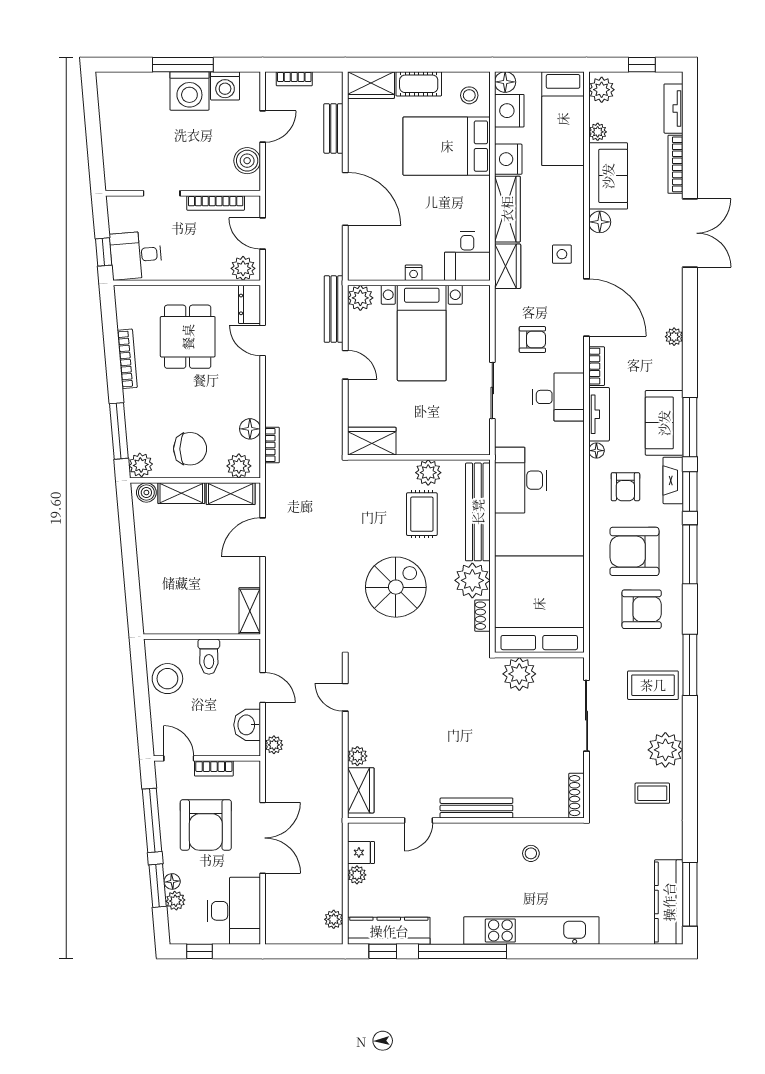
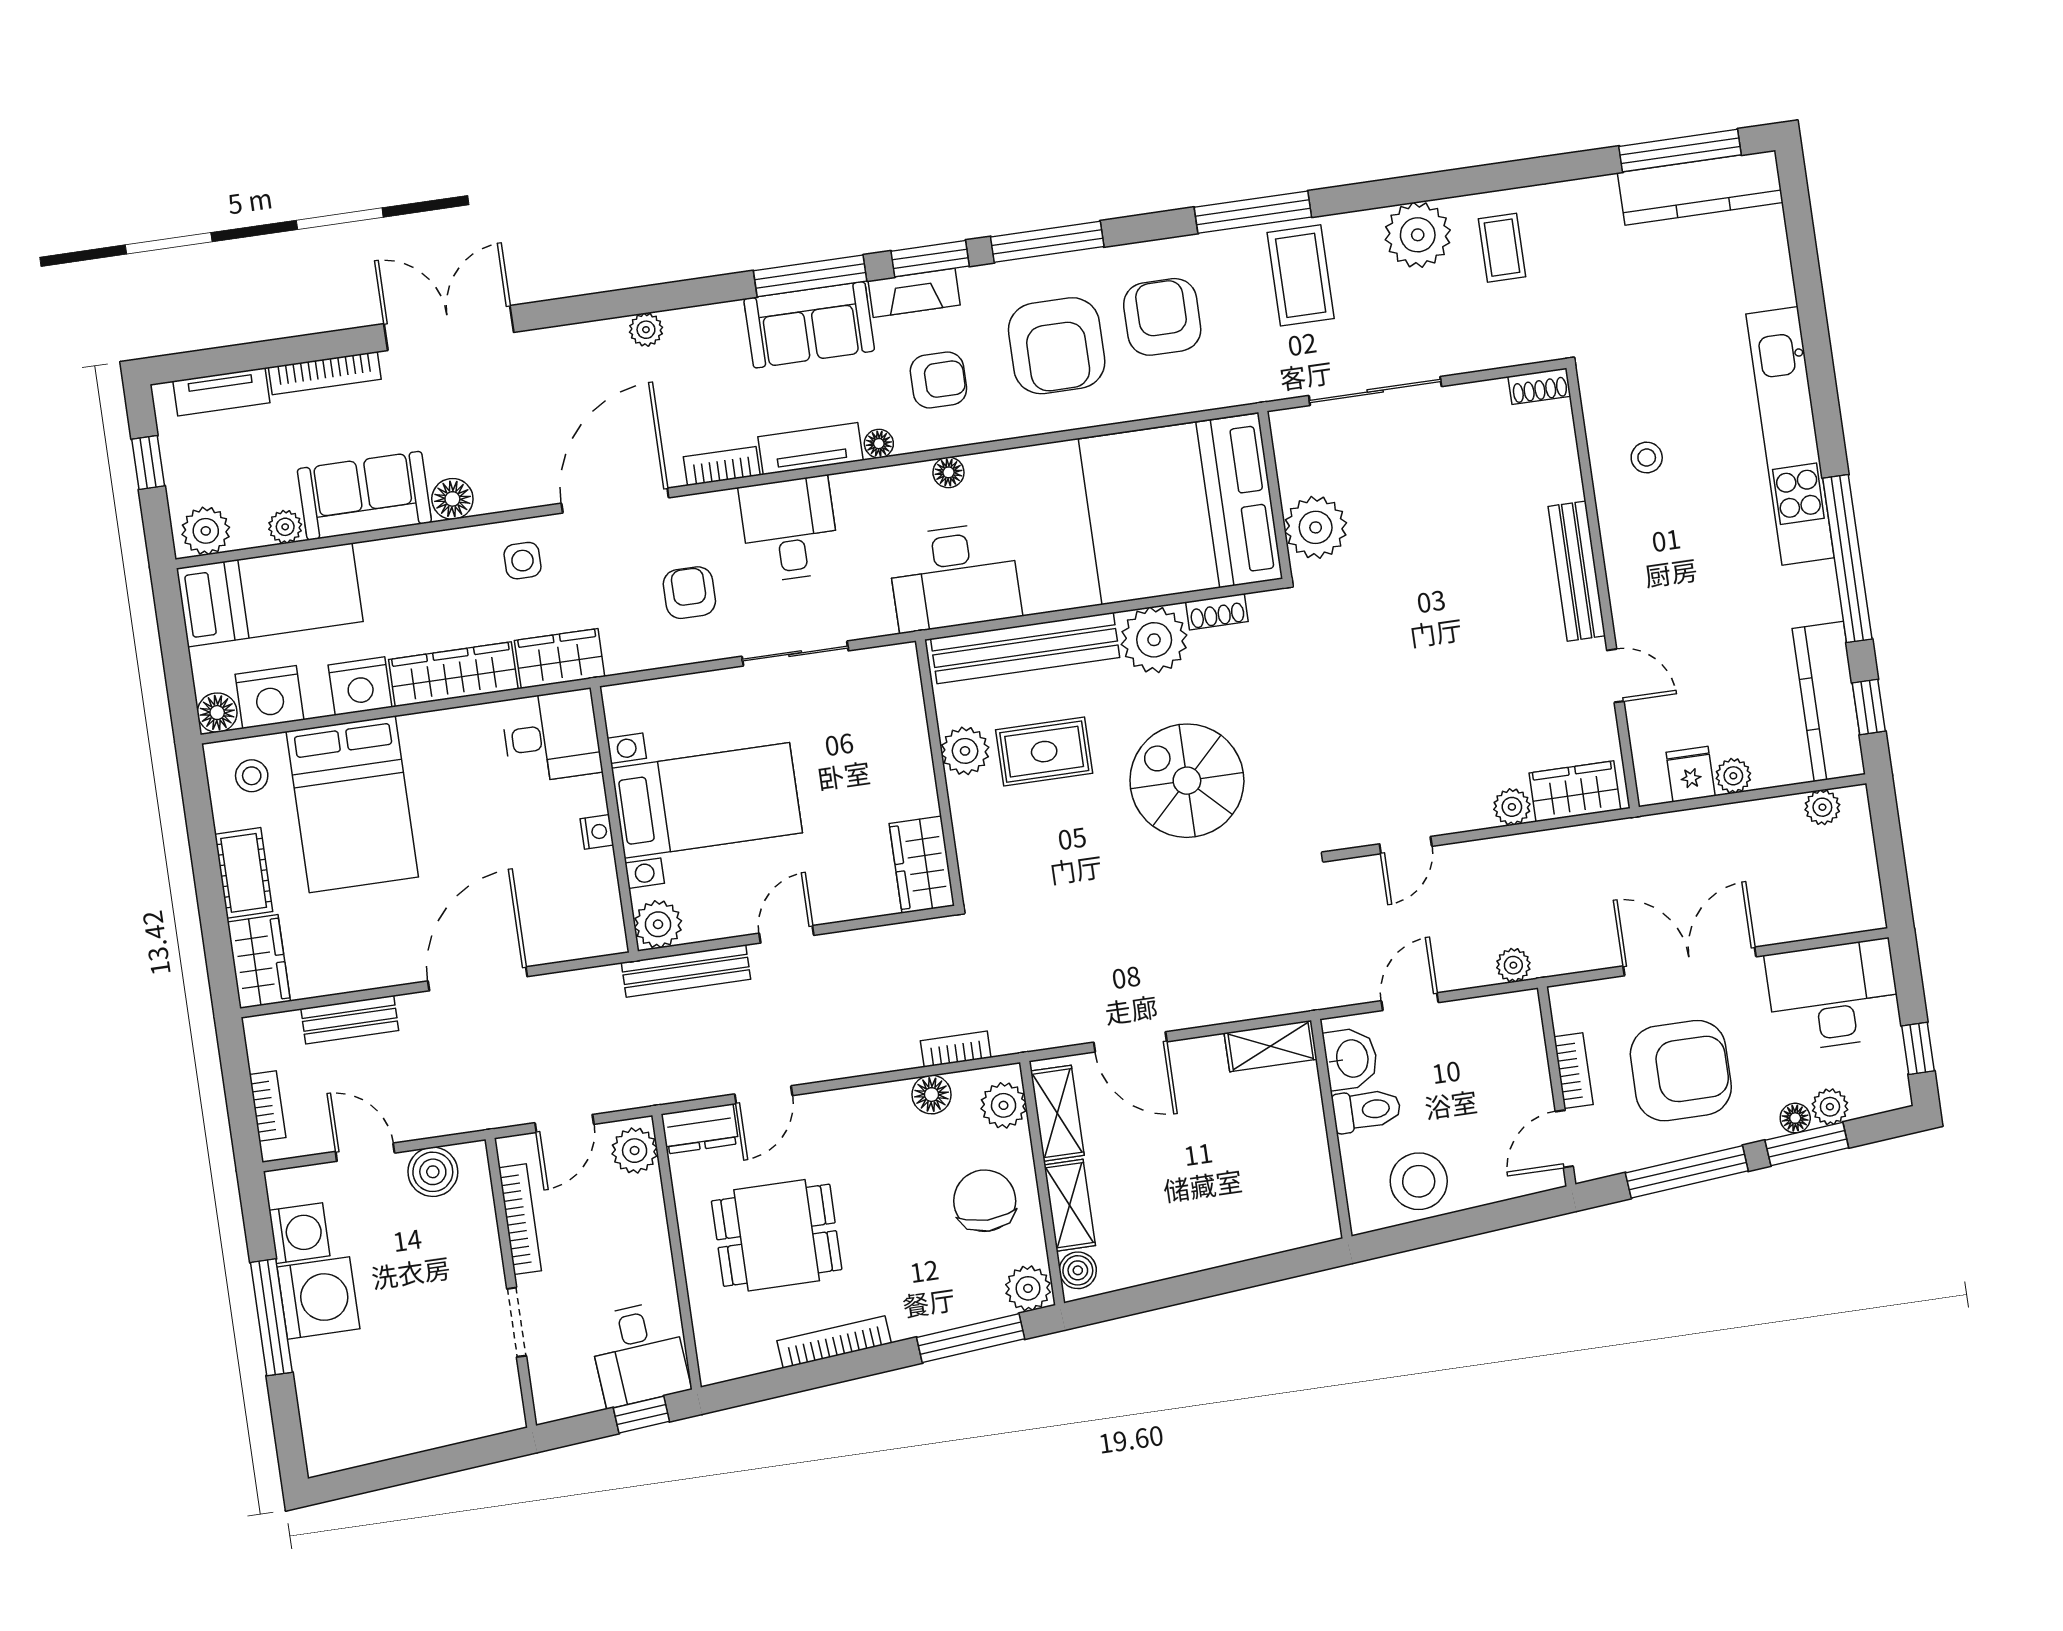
floor lamp: (576, 485) -> (948, 472), added
washbasin: (247, 725) -> (1351, 1059), moved, turned -90
shoe rack: (577, 796) -> (1539, 386), width x0.70

